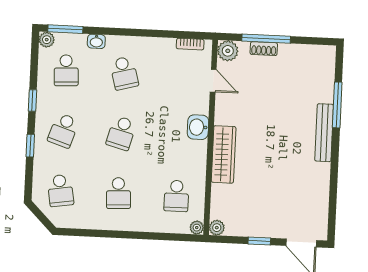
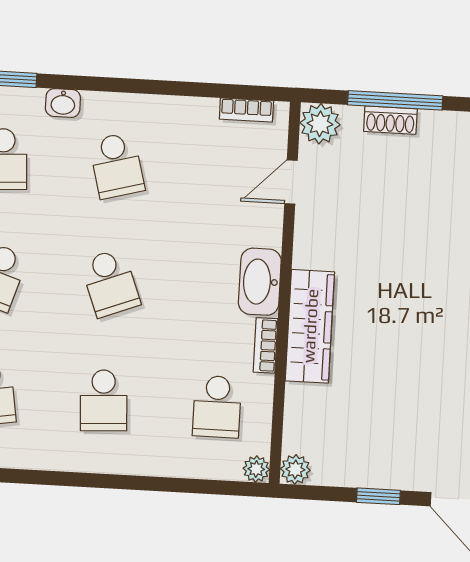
door: (213, 81) -> (291, 182), swing flipped
washbasin: (198, 127) -> (260, 282), width x1.38
school desk: (121, 133) -> (110, 283), turned -36
bookcase: (201, 164) -> (266, 345), added

